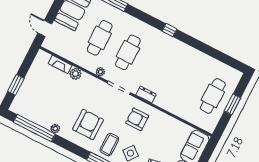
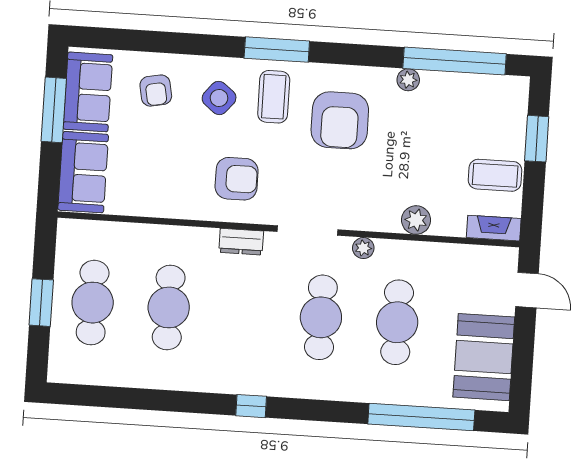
fireplace: (60, 64) -> (494, 228), moved
coffee table: (38, 78) -> (495, 175), added
cafe table: (185, 81) -> (169, 307), added

